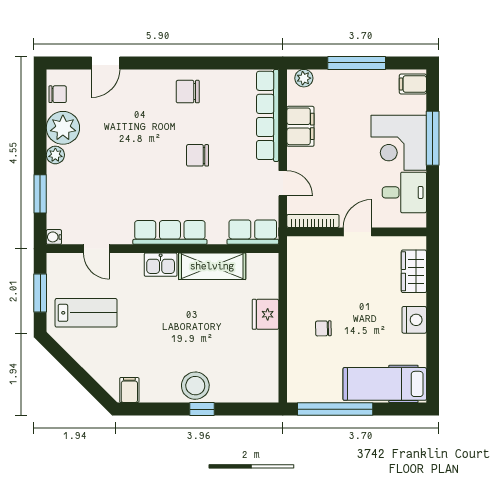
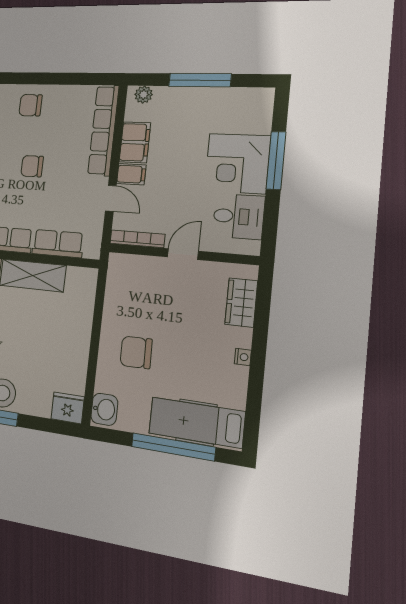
filing cabinet: (413, 84) -> (131, 174), moved, turned 180
row of seats: (253, 232) -> (58, 244), moved
fridge: (265, 314) -> (68, 408), moved, turned 90
nightstand: (414, 320) -> (243, 357), width x0.53, depth x0.56
chair: (323, 328) -> (136, 352), width x1.87, depth x1.87
washbasin: (299, 386) -> (104, 409), added
window: (335, 409) -> (173, 447), moved

